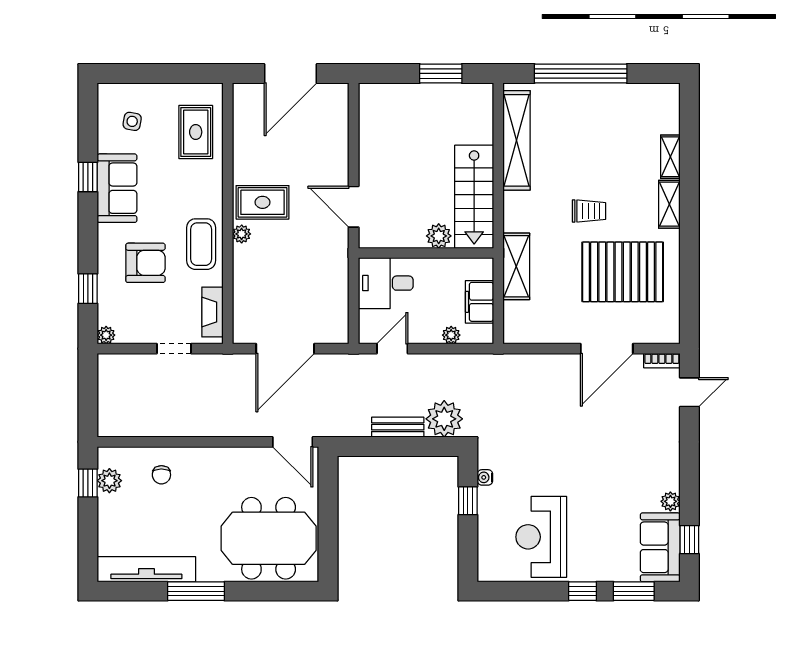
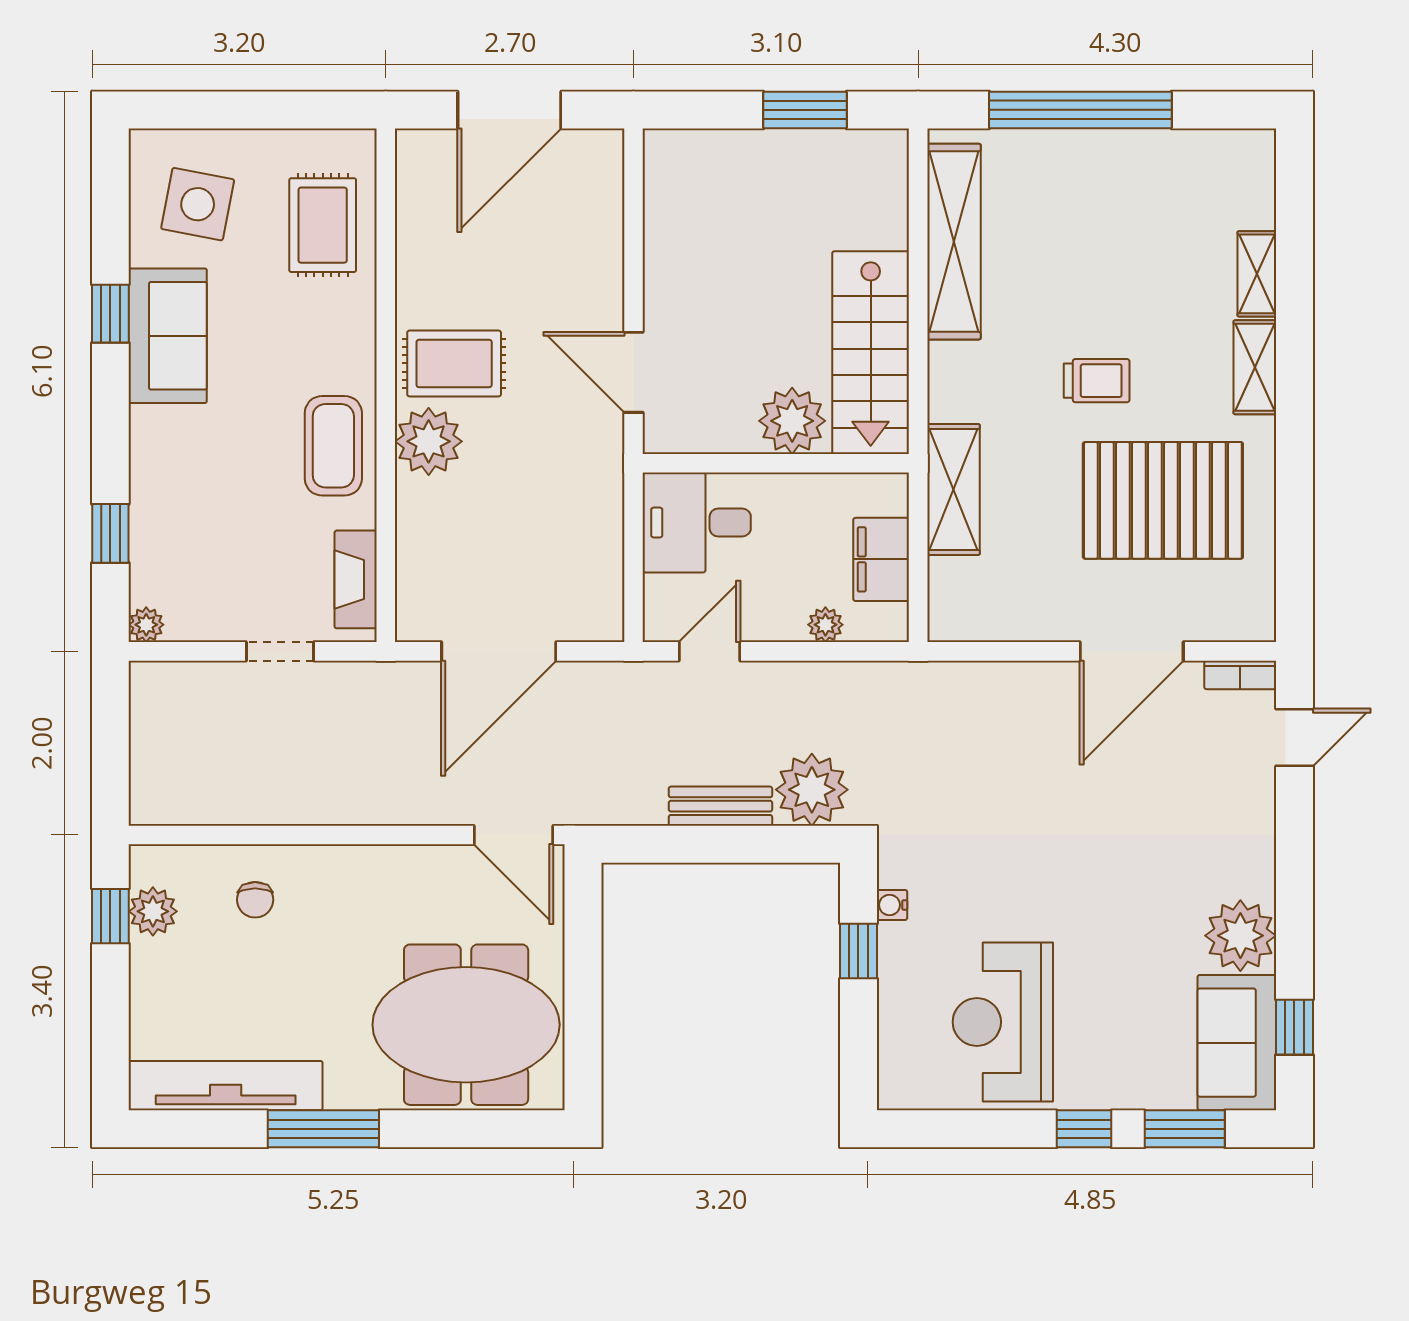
side table: (132, 121) -> (198, 204), width x1.87, depth x1.87
plant: (242, 234) -> (429, 441), width x1.87, depth x1.87
plant: (439, 236) -> (792, 421), width x1.36, depth x1.36
armchair: (145, 263) -> (224, 483), removed
plant: (670, 501) -> (1240, 936), width x1.87, depth x1.87

